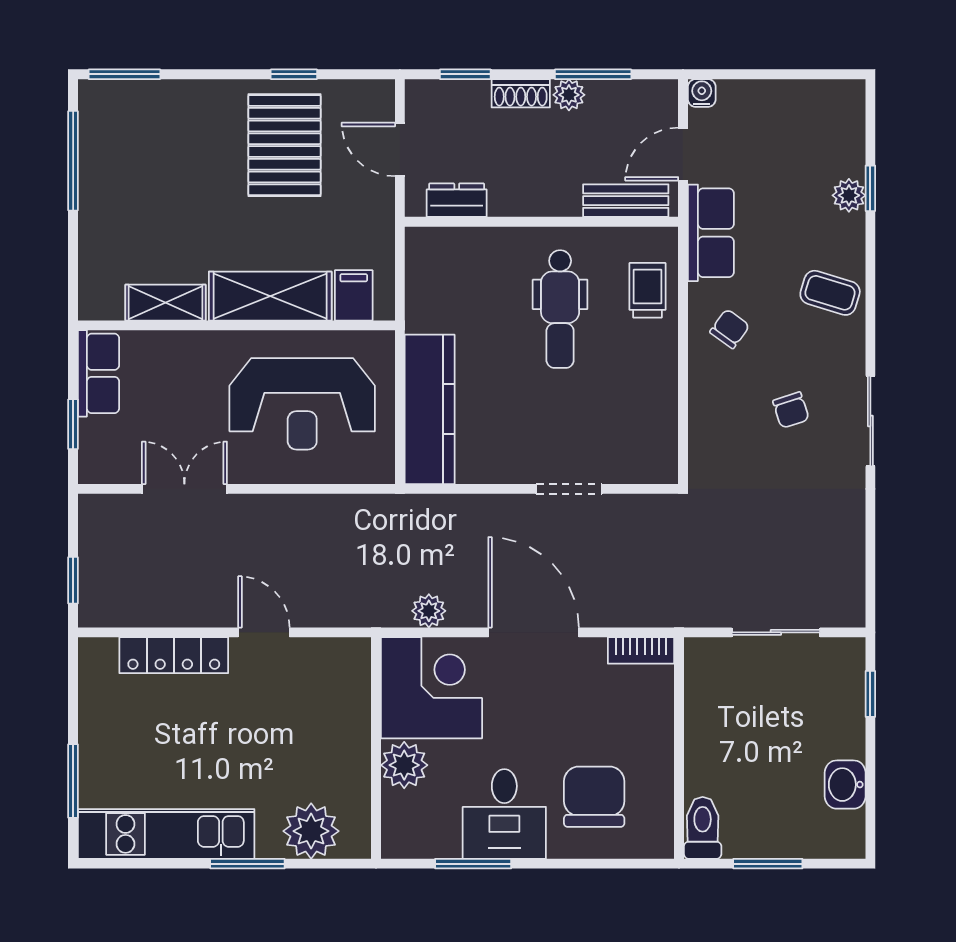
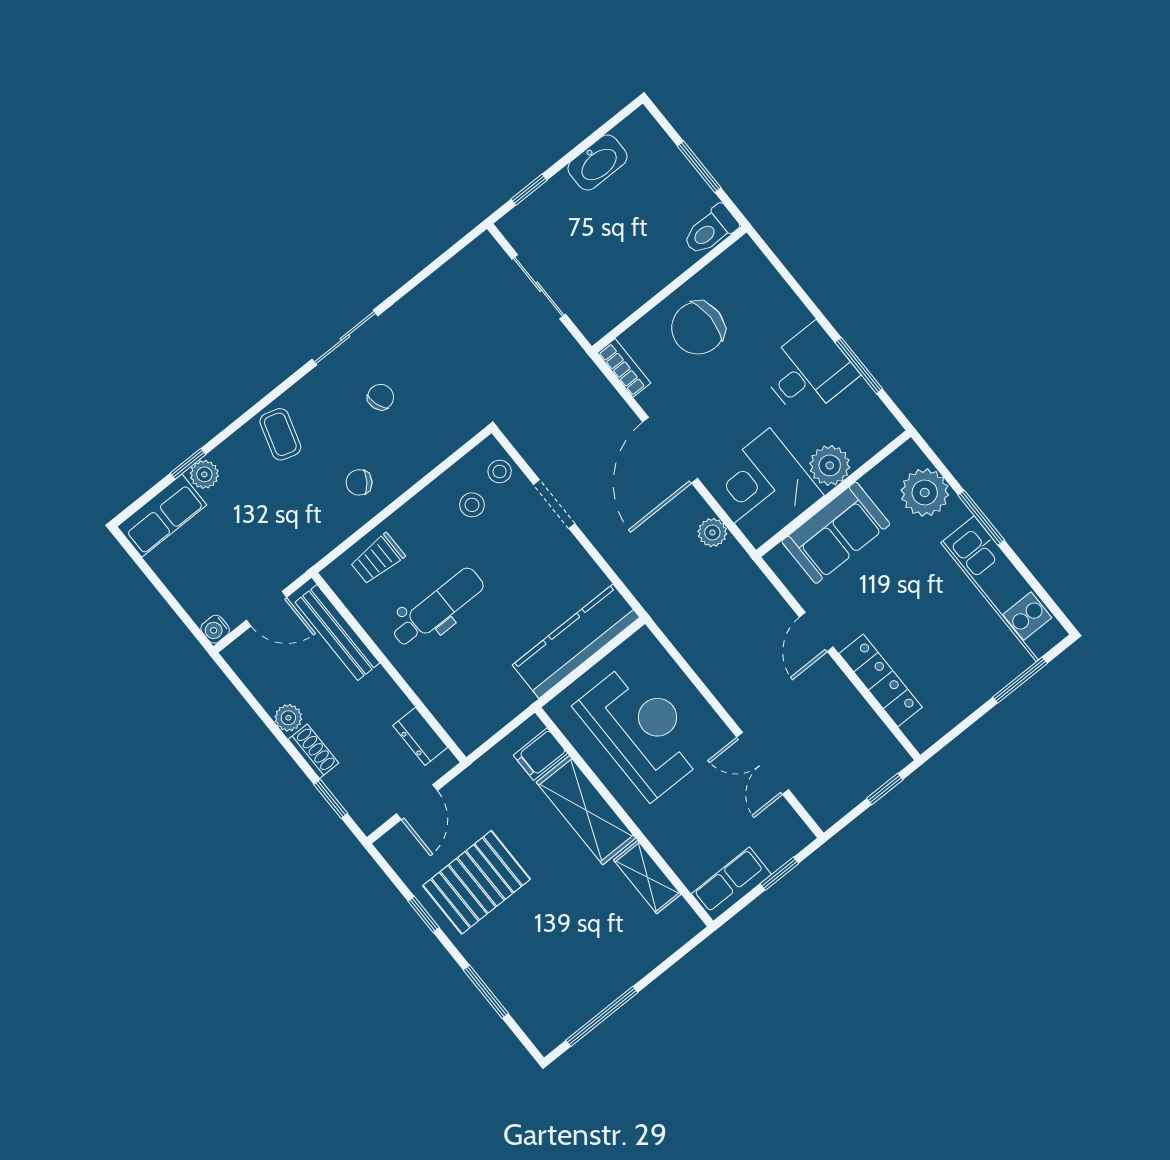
window: (124, 74) -> (486, 992), moved
window: (593, 74) -> (261, 713), removed
bench: (626, 201) -> (337, 633), width x1.36
row of seats: (711, 233) -> (162, 516), moved, turned 180
stool: (628, 414) -> (472, 505), added
stool: (638, 463) -> (500, 472), added
sofa: (339, 722) -> (836, 533), added
washbasin: (845, 785) -> (598, 163), width x1.38
chair: (594, 797) -> (698, 328), moved

